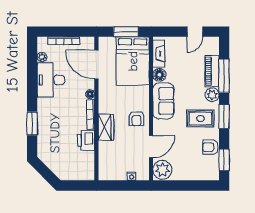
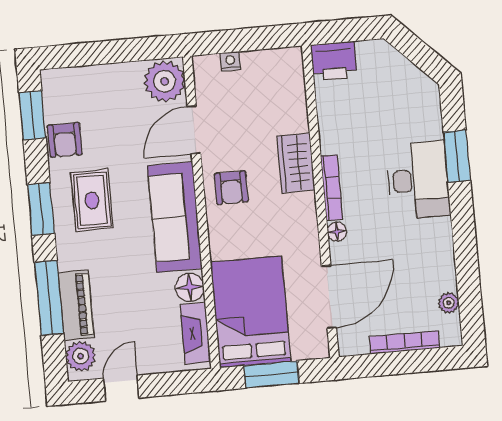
door: (96, 65) -> (329, 297), hinge flipped
desk: (51, 80) -> (418, 180), moved
plant: (212, 95) -> (81, 356), moved
sofa: (163, 101) -> (175, 217), width x1.36
armchair: (136, 119) -> (231, 188), turned 180
rug: (200, 119) -> (92, 200), turned 90
printer: (86, 140) -> (334, 61), moved, turned 90
armchair: (210, 147) -> (65, 140), turned 90

